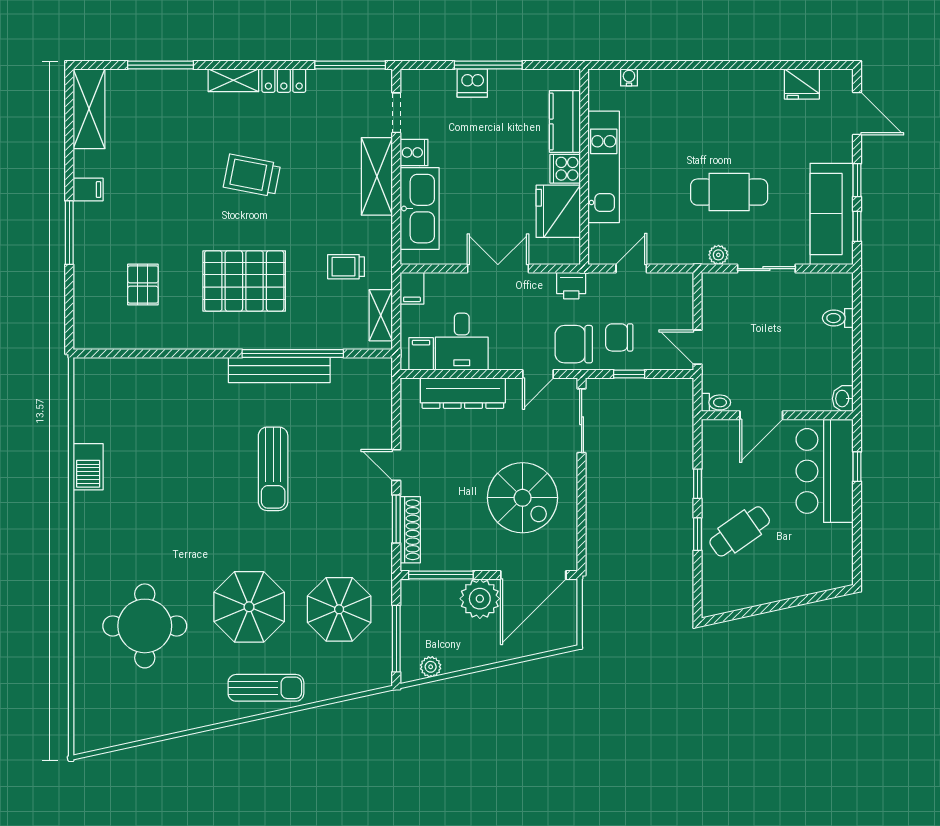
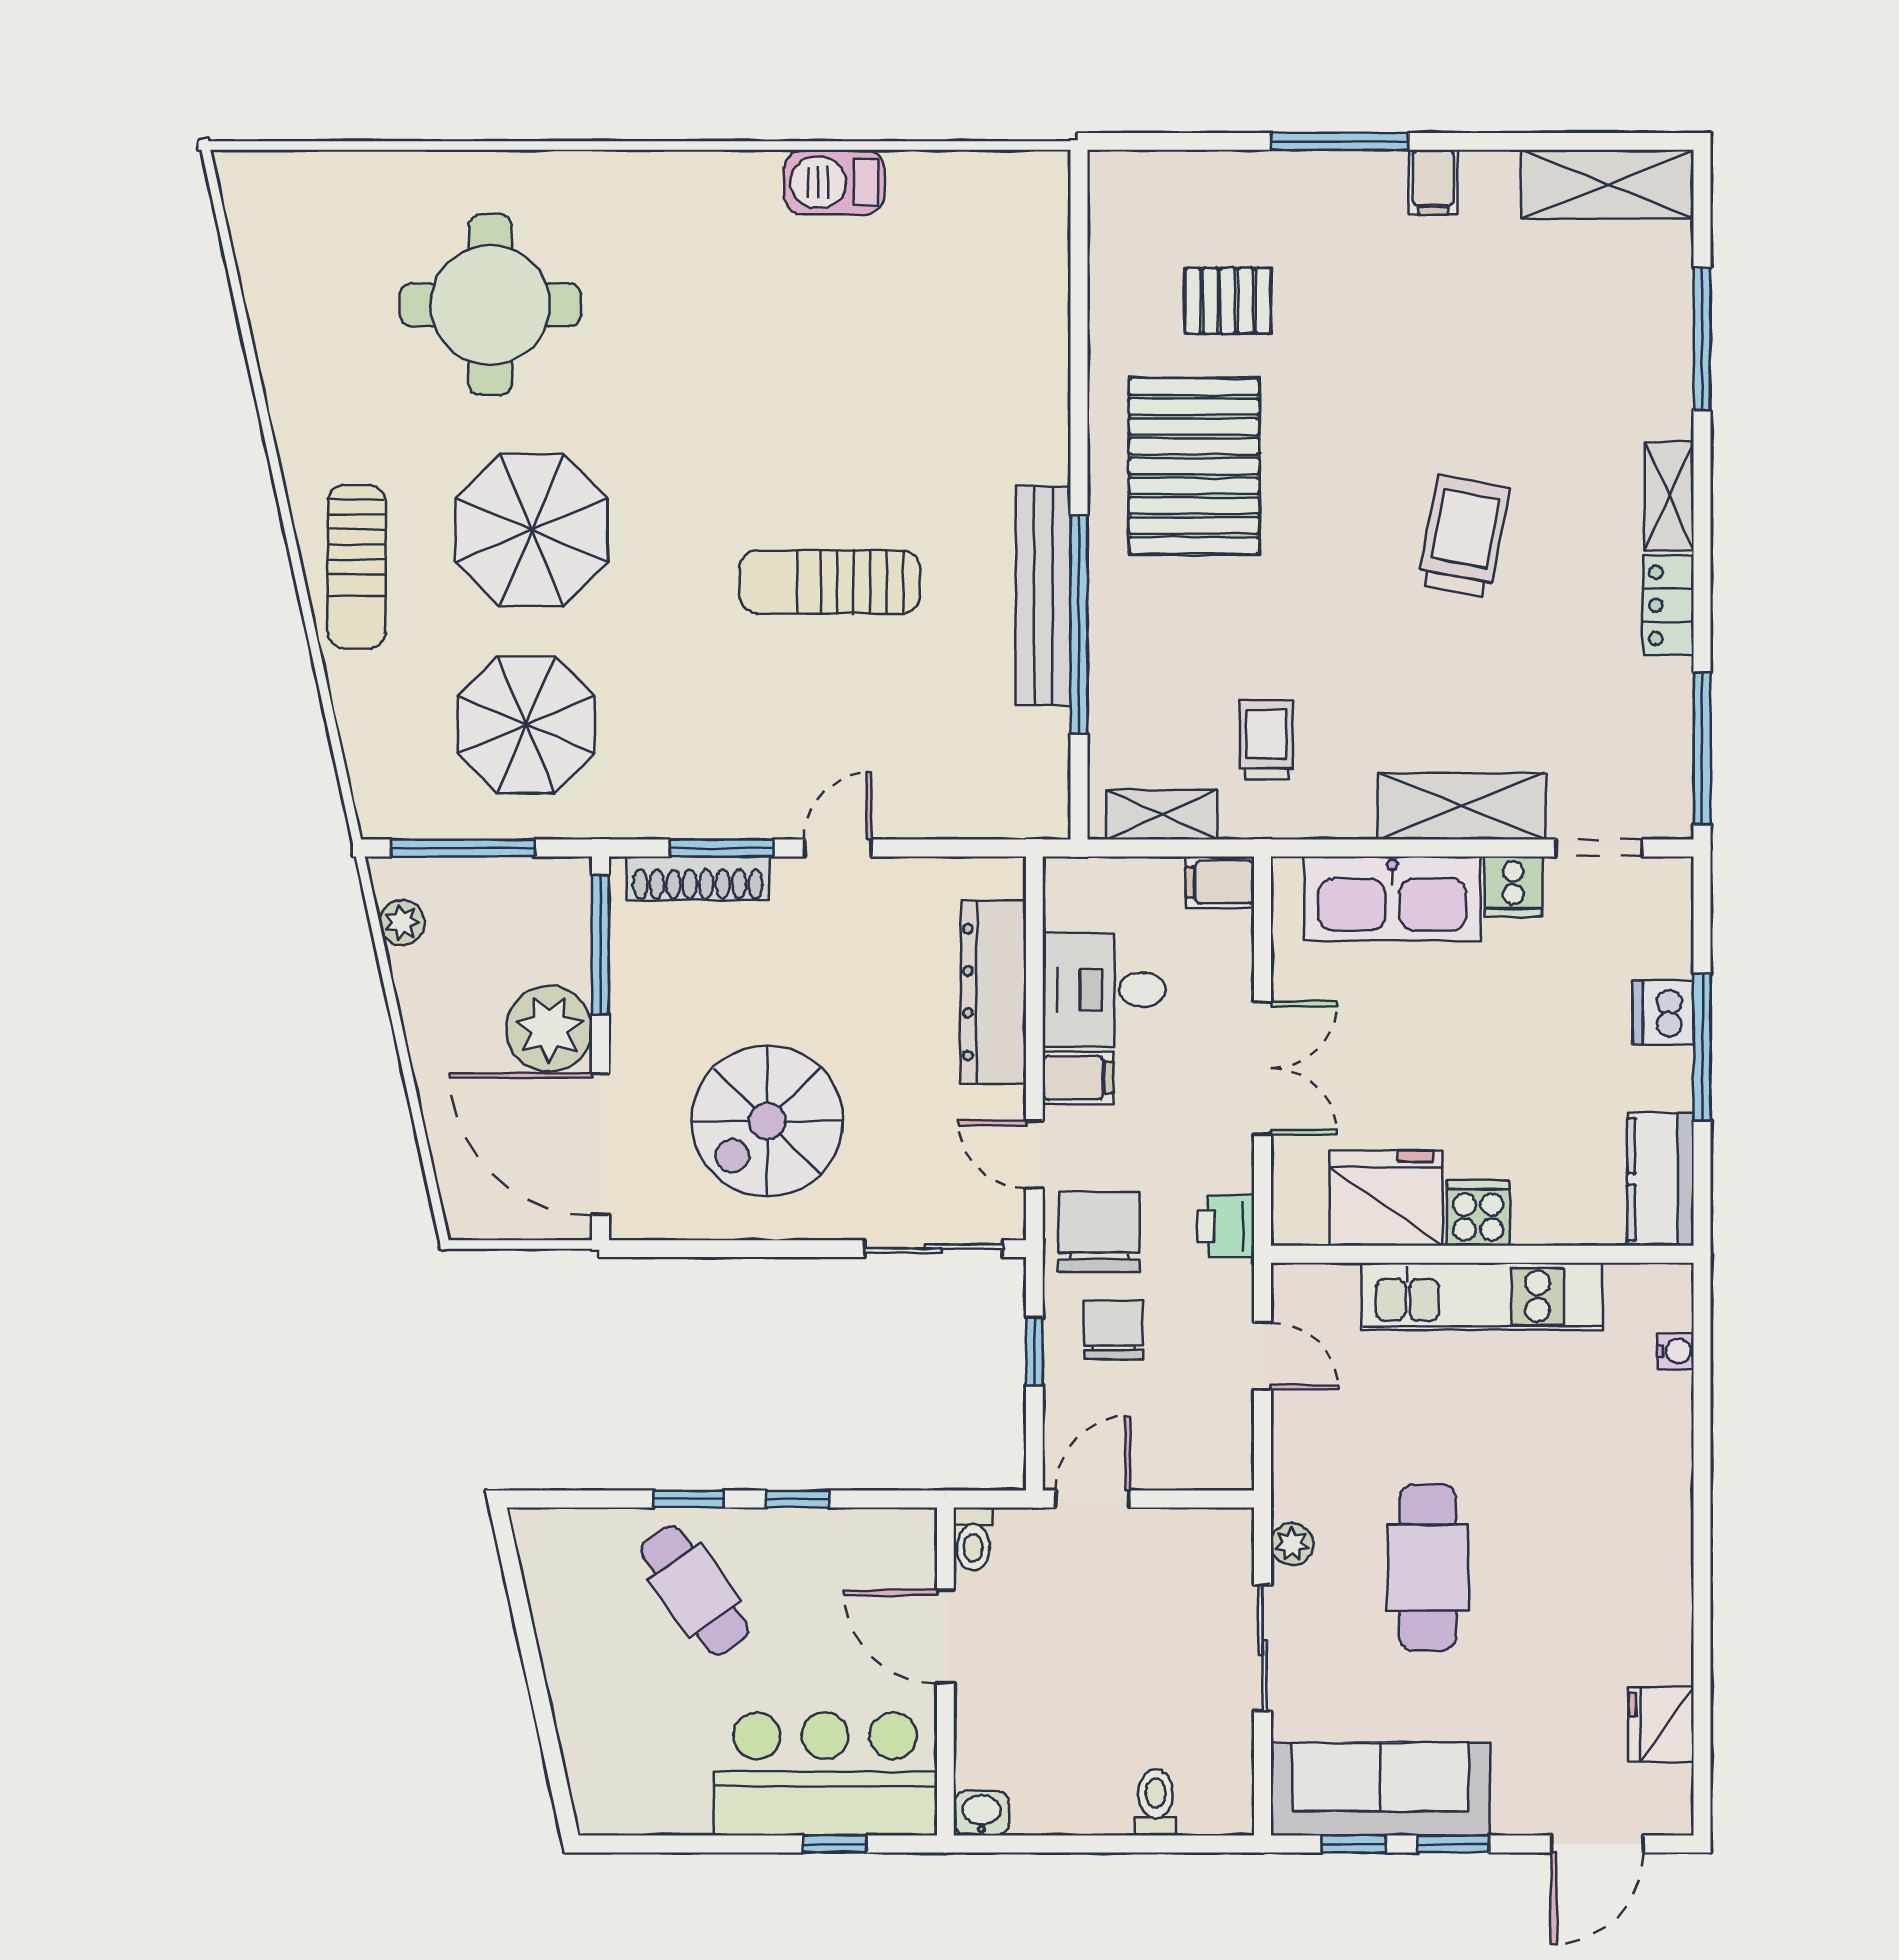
kitchen counter: (565, 121) -> (1660, 1179), moved, turned -90
pallet: (244, 281) -> (1194, 466), moved
filing cabinet: (421, 354) -> (1078, 1078), moved

